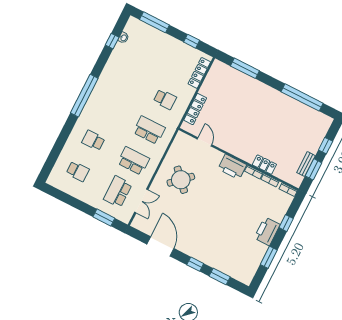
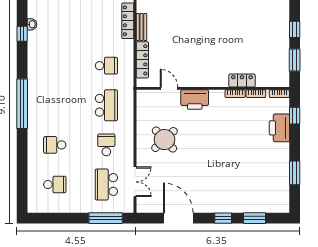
school desk: (149, 130) -> (106, 105), turned 90
school desk: (133, 161) -> (106, 145), width x0.54
bench: (306, 164) -> (142, 27), moved
printer: (232, 167) -> (195, 100), moved
window: (104, 218) -> (106, 218), width x1.44
window: (286, 223) -> (295, 116), moved
printer: (267, 231) -> (279, 128), moved

